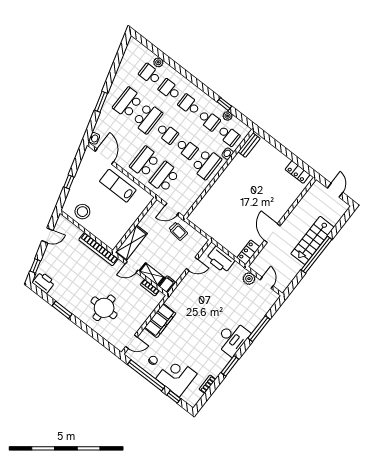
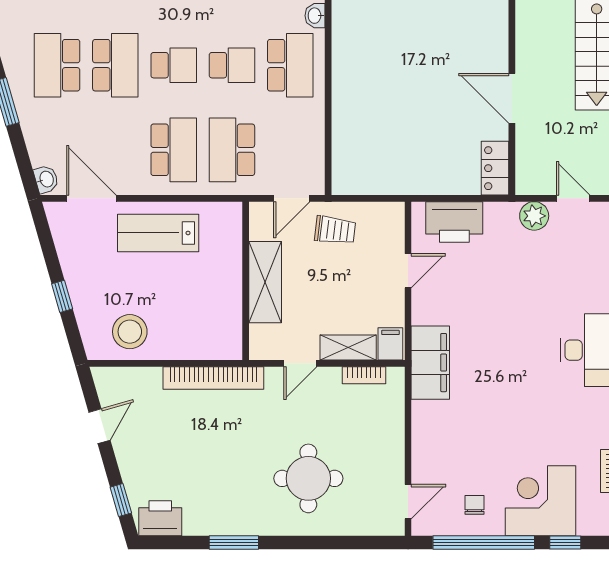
school desk: (145, 162) -> (174, 150), turned 180
shelving: (131, 243) -> (265, 282), moved
filing cabinet: (160, 321) -> (430, 363), moved

